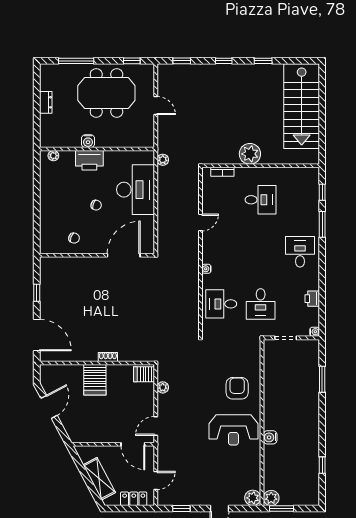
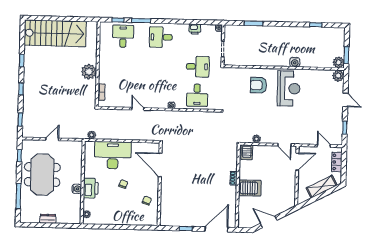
desk: (261, 200) -> (123, 36), moved

